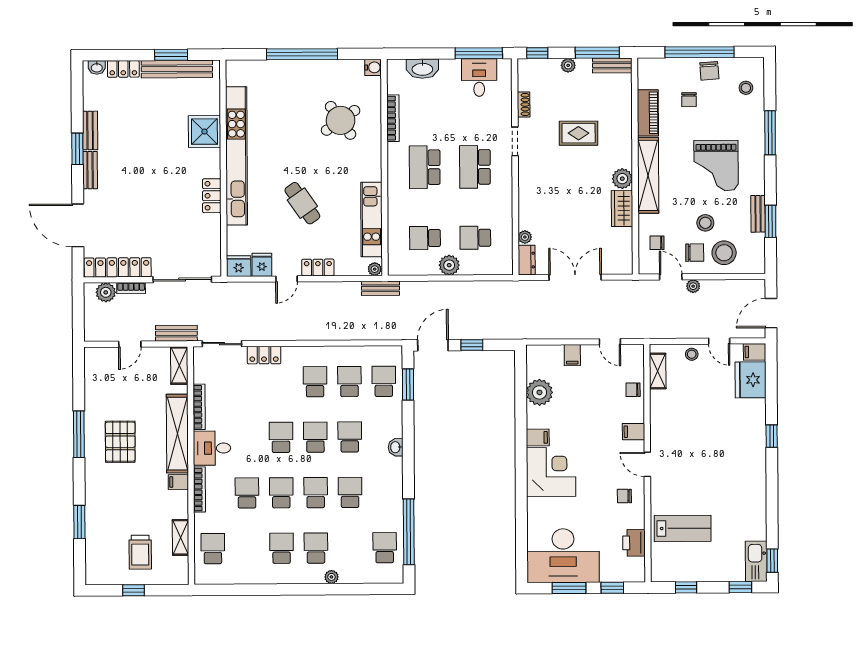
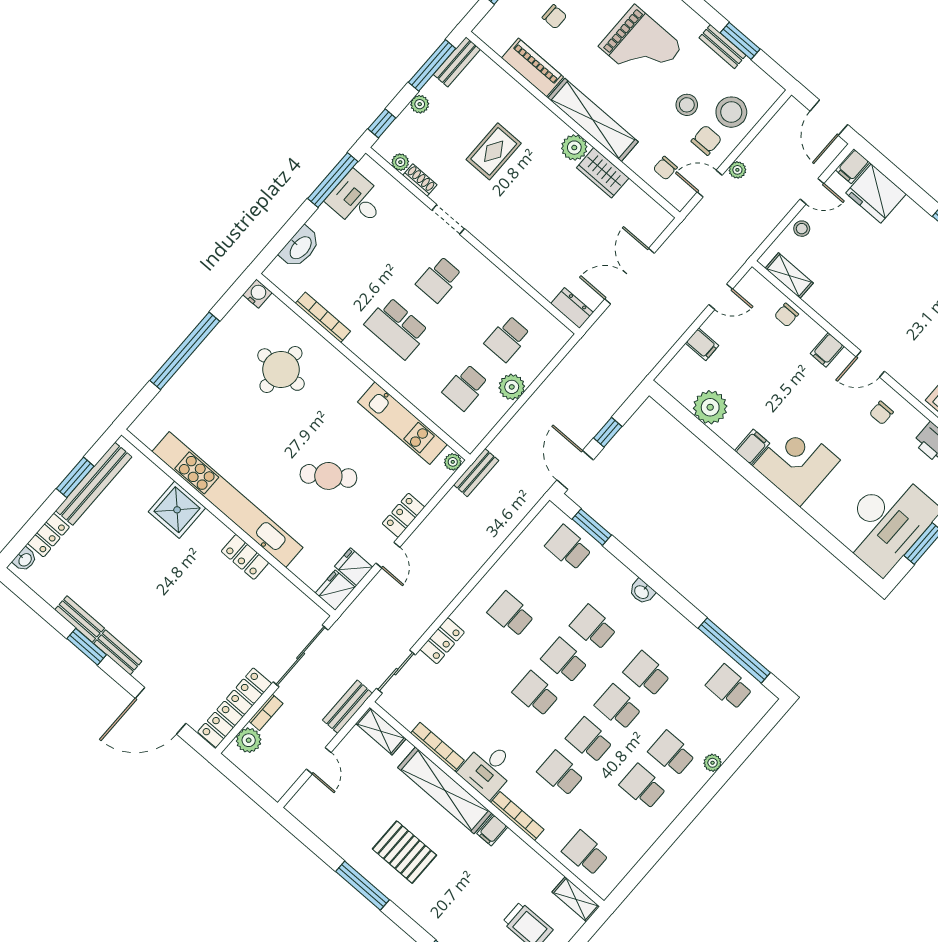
round table: (341, 120) -> (281, 370), turned 35
school desk: (475, 167) -> (439, 279), width x0.54
plant: (525, 237) -> (400, 162), moved
school desk: (349, 382) -> (540, 581), removed
shelving: (181, 537) -> (576, 899), moved

